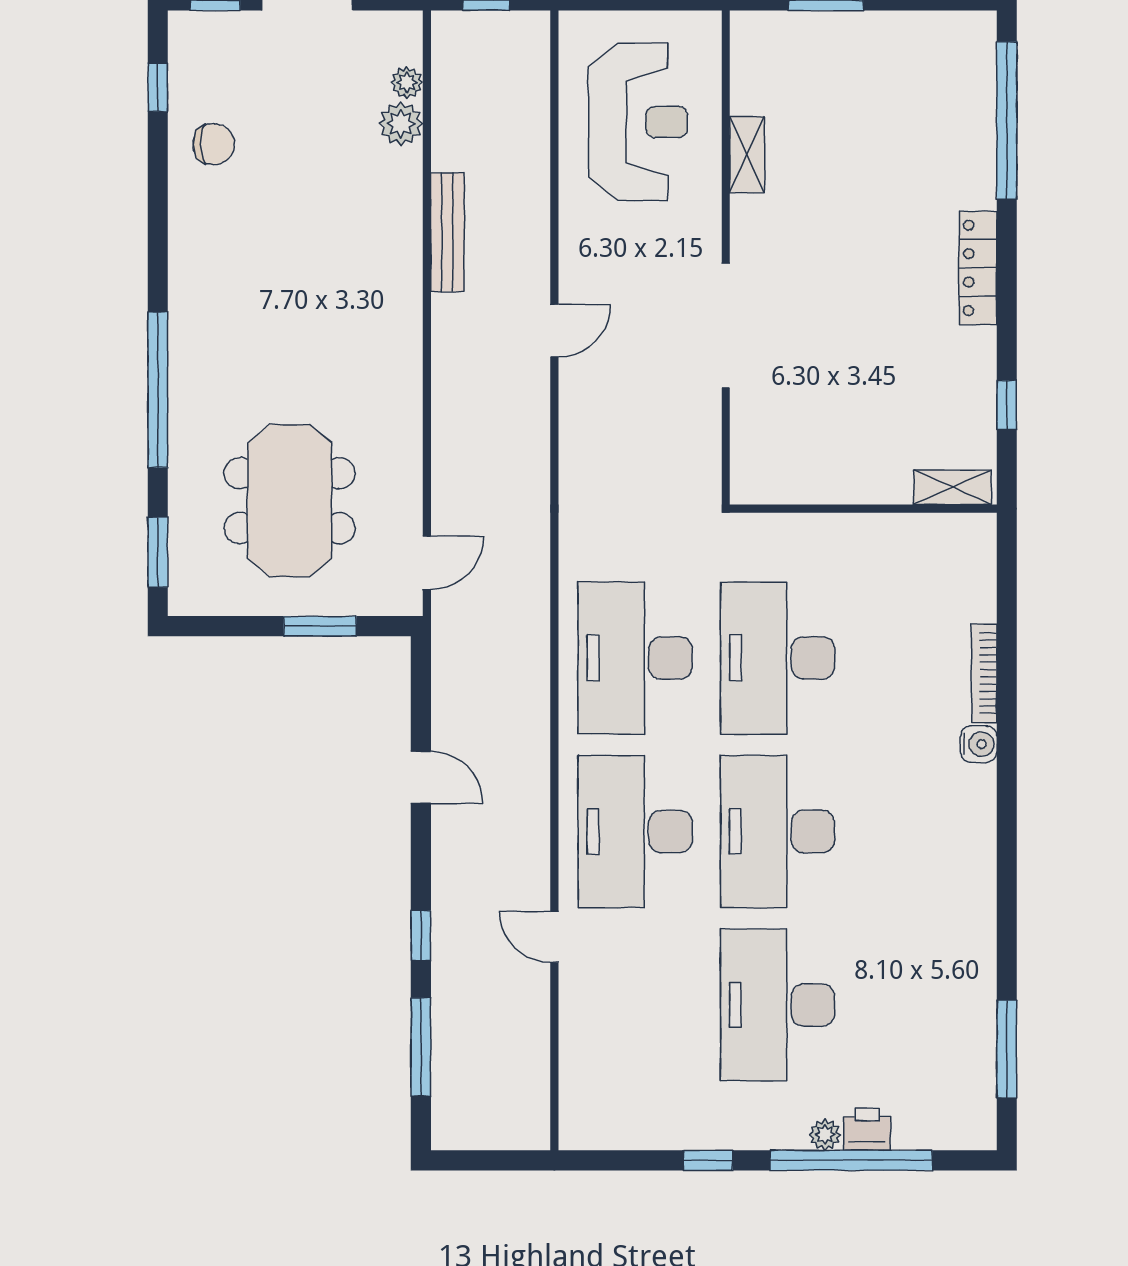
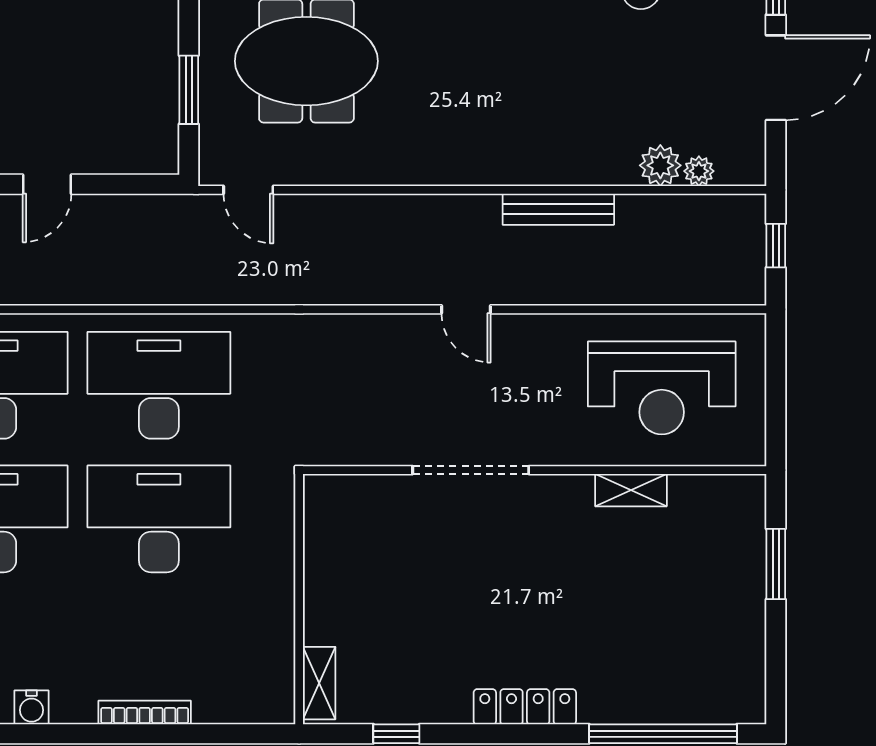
water cooler: (979, 744) -> (31, 707), moved

